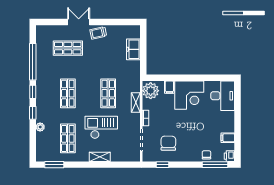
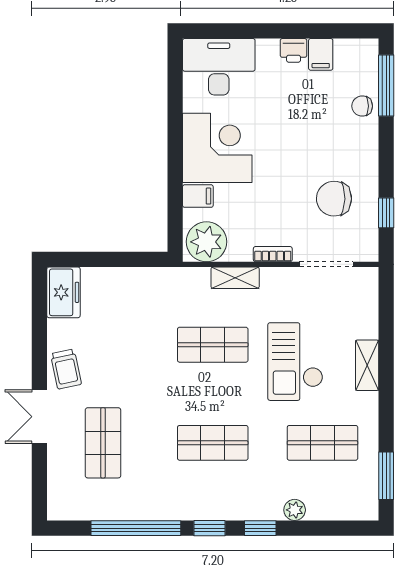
freezer: (133, 49) -> (63, 292), moved, turned -90
printer: (229, 156) -> (294, 50), moved

